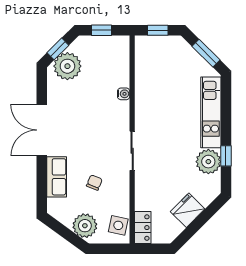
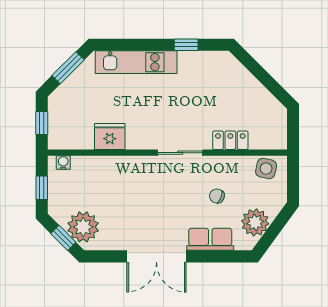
water cooler: (124, 94) -> (63, 162), moved
plant: (208, 162) -> (193, 65), removed
fridge: (188, 210) -> (110, 136), moved, turned 135
plant: (85, 226) -> (255, 222), moved
locker: (143, 228) -> (230, 140), moved

